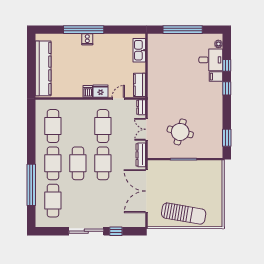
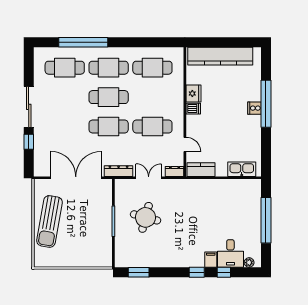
fridge: (101, 91) -> (193, 93), moved

